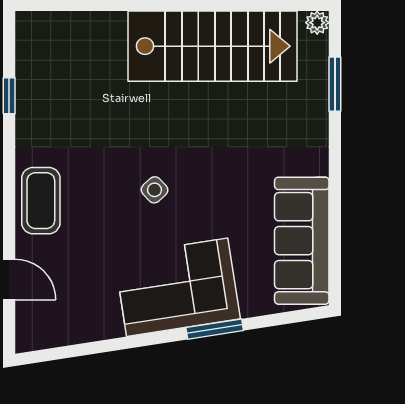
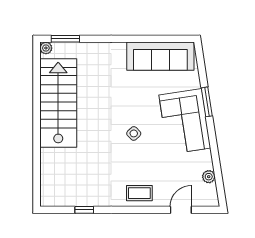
window: (335, 84) -> (65, 39), moved
coffee table: (41, 201) -> (139, 193), width x0.73, depth x0.77
plant: (72, 333) -> (209, 177), added

